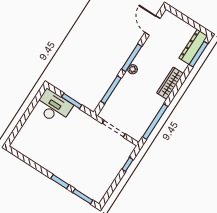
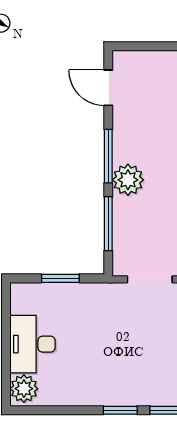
plant: (133, 69) -> (128, 180), width x1.88, depth x1.88
desk: (53, 107) -> (33, 344), moved, turned -90
plant: (21, 142) -> (24, 389), added

